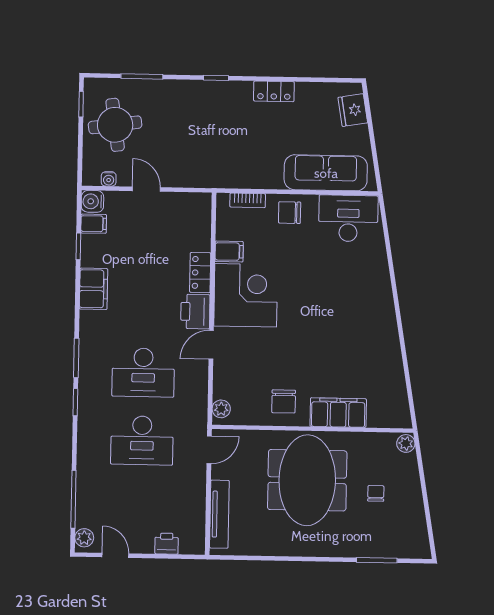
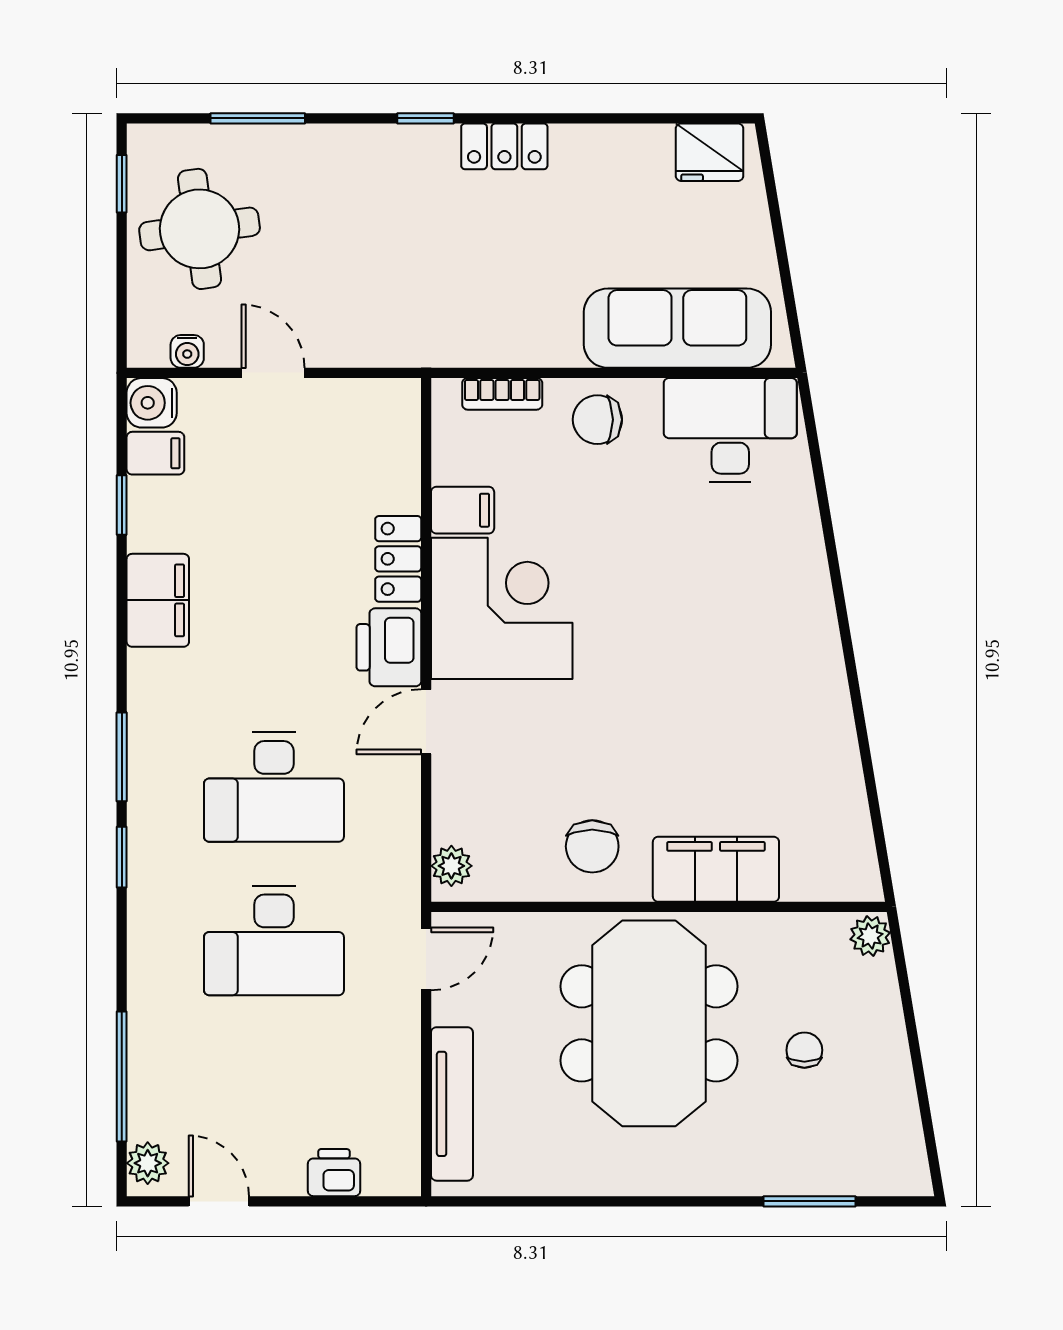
locker: (274, 91) -> (504, 146), moved
fridge: (353, 110) -> (710, 152), moved, turned -81

